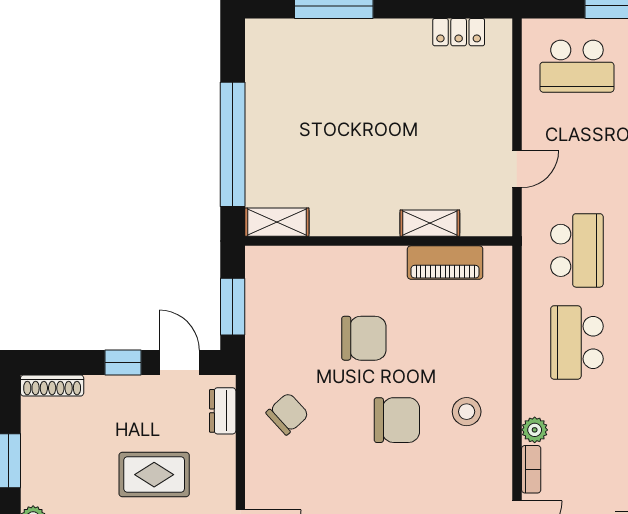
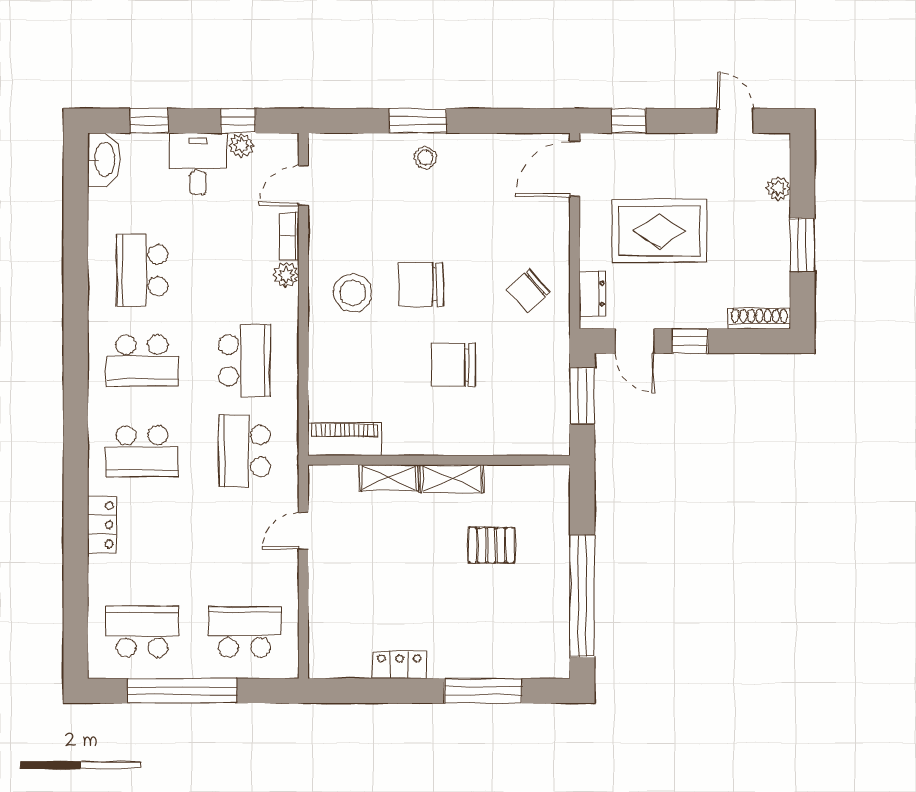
locker: (459, 32) -> (399, 665), moved
window: (233, 144) -> (582, 596), moved
pallet: (325, 154) -> (491, 545), added
shelving: (277, 222) -> (452, 479), moved
piano: (445, 263) -> (345, 439), moved
stool: (467, 412) -> (353, 293), width x1.38, depth x1.38
rug: (154, 475) -> (659, 231), width x1.36, depth x1.43

